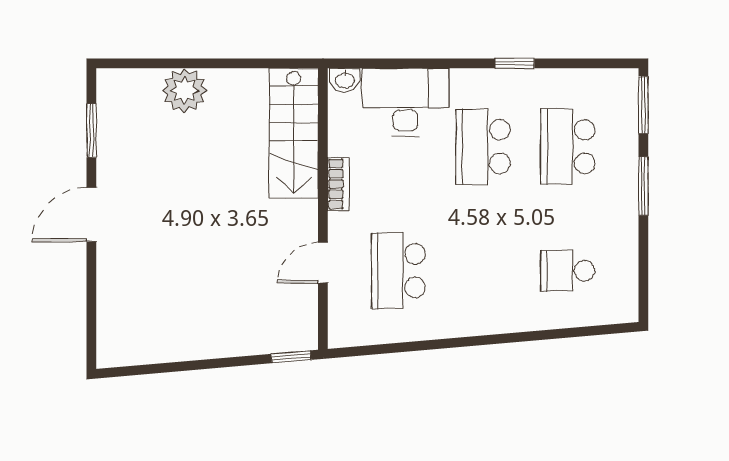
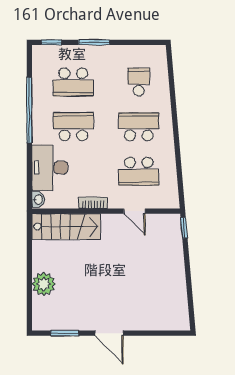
window: (515, 63) -> (29, 110), width x3.17
window: (643, 105) -> (51, 42), width x0.67
school desk: (483, 147) -> (73, 127), turned 180
school desk: (483, 271) -> (139, 127), added
school desk: (568, 271) -> (139, 82), turned 180

